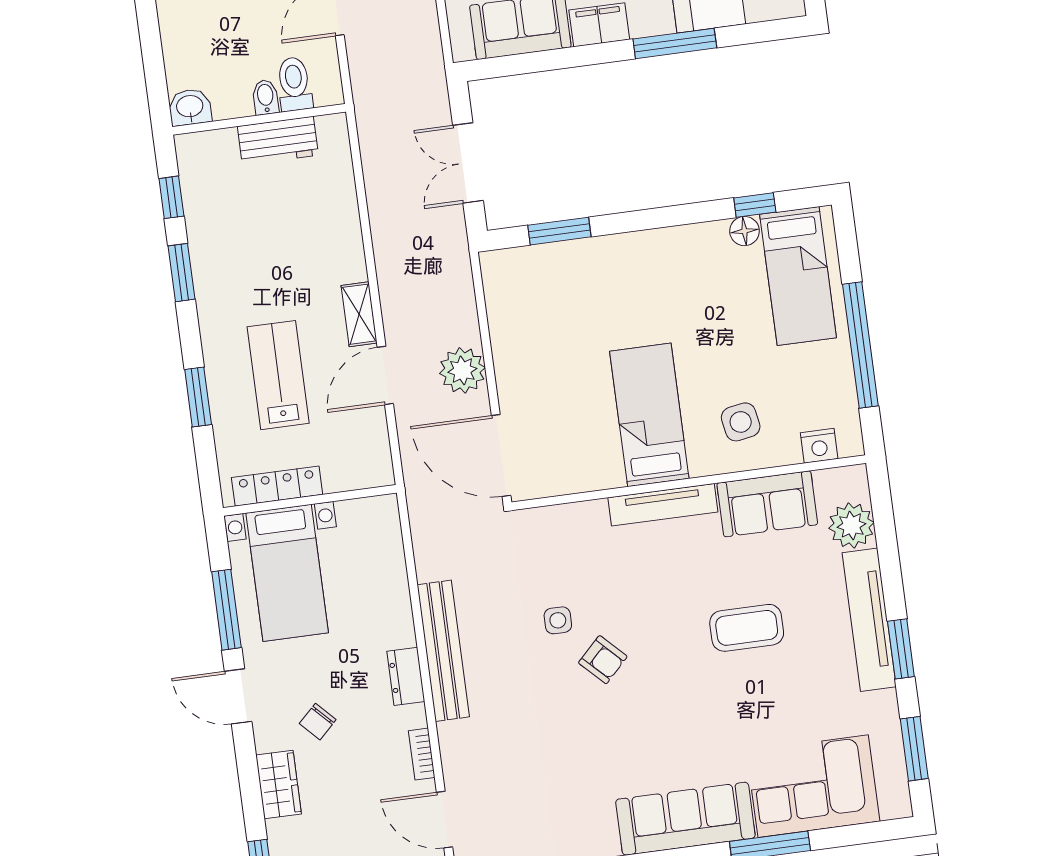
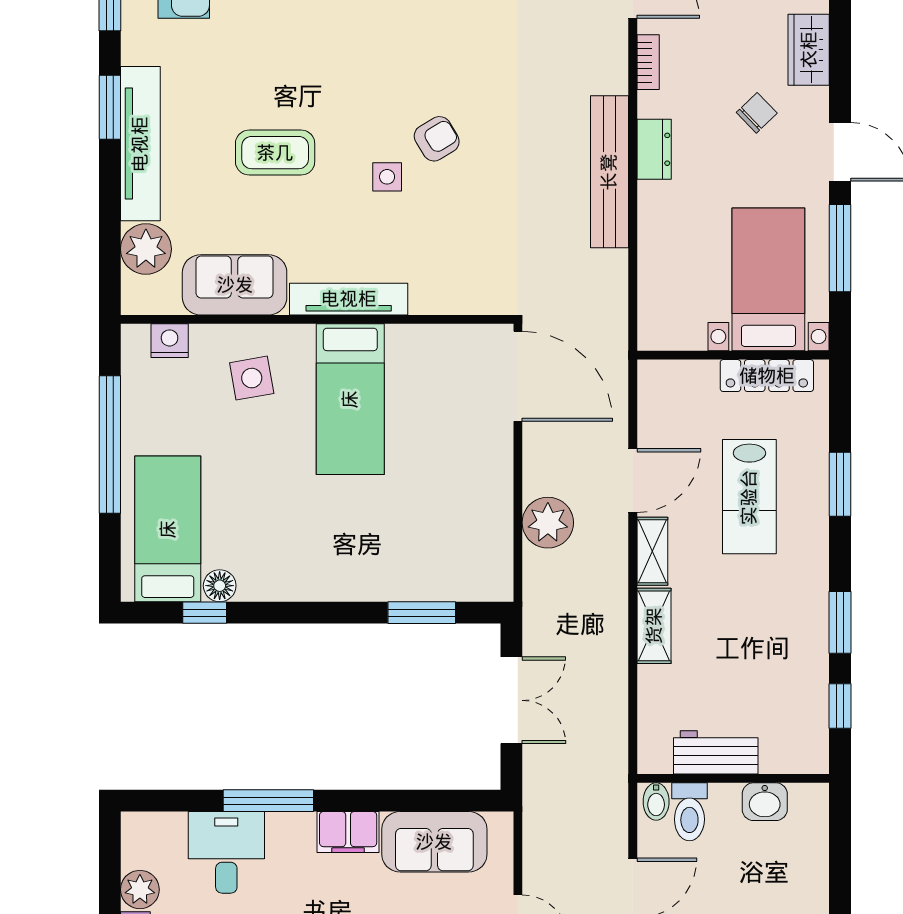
bidet: (265, 97) -> (656, 802), moved
washbasin: (190, 107) -> (765, 802), moved
shelving: (349, 247) -> (654, 626), added
plant: (462, 370) -> (548, 523), moved
side table: (558, 620) -> (387, 177), moved
armchair: (603, 660) -> (437, 139), turned 104

